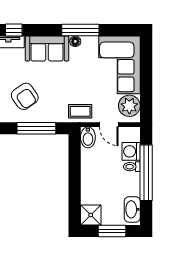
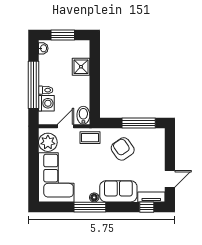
armchair: (25, 96) -> (123, 149), moved
door: (109, 125) -> (65, 126), hinge flipped
window: (36, 128) -> (139, 123), moved
washbasin: (132, 209) -> (43, 48), width x0.52, depth x0.69
shower: (91, 215) -> (81, 67), moved

